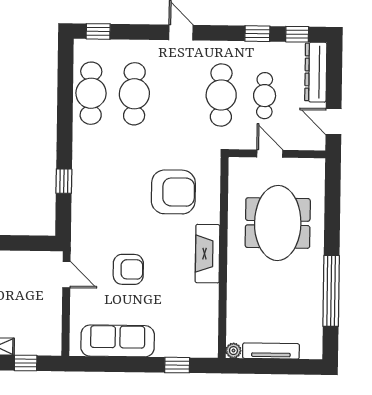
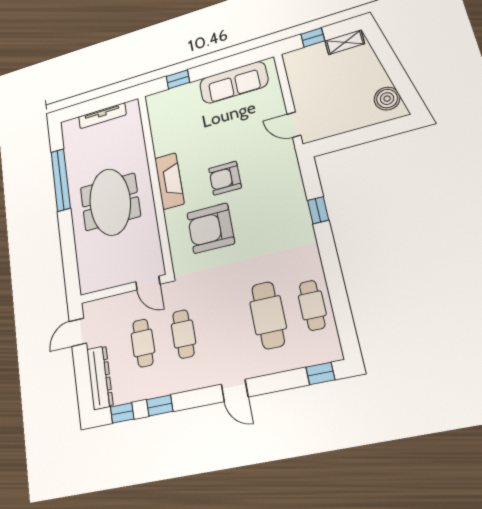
cafe table: (91, 93) -> (312, 305), width x0.73, depth x0.74
cafe table: (221, 95) -> (183, 334), width x0.73, depth x0.74
door: (333, 122) -> (78, 332), swing flipped
door: (270, 154) -> (148, 283), moved
meeting table: (278, 223) -> (110, 202), moved
armchair: (128, 269) -> (225, 178), moved
plant: (233, 351) -> (133, 106), removed

